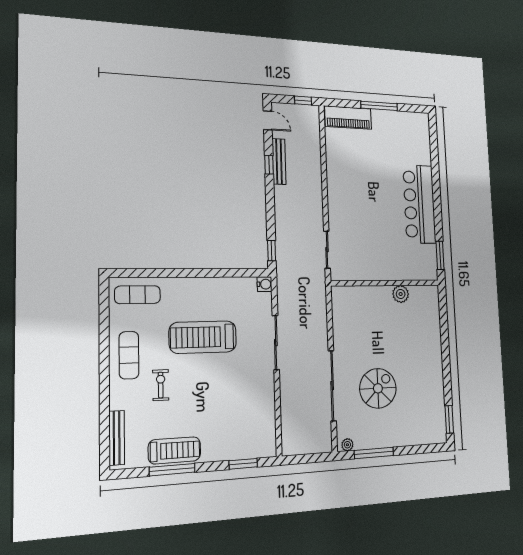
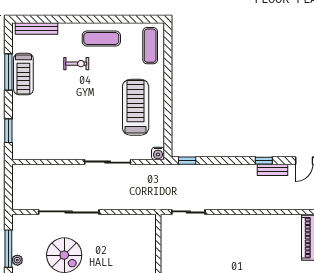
bench: (279, 162) -> (273, 170), width x0.73
treadmill: (203, 337) -> (136, 107), moved
plant: (347, 445) -> (17, 260), moved

